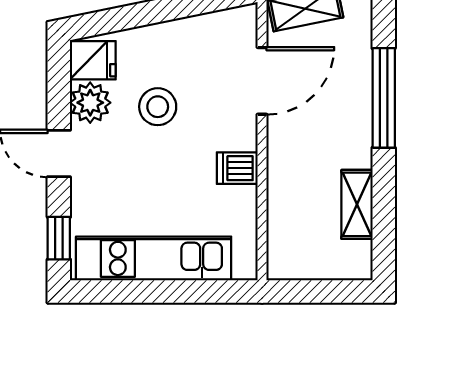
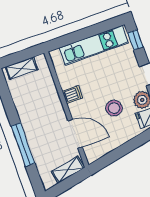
door: (262, 81) -> (75, 134), swing flipped
shelving: (357, 204) -> (22, 68), moved, turned 90

